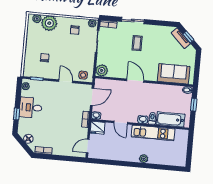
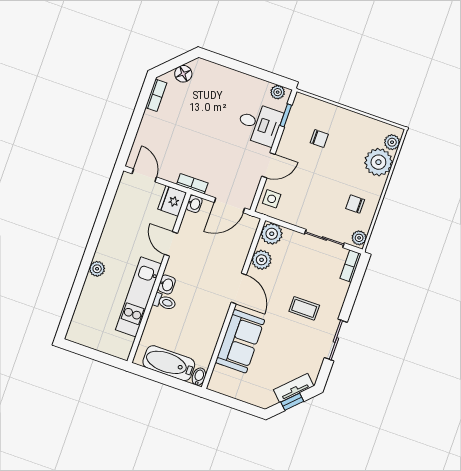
sliding door: (133, 20) -> (336, 340), moved
plant: (117, 72) -> (262, 260), added
sofa: (174, 74) -> (240, 341), moved
door: (135, 81) -> (239, 288), hinge flipped
door: (92, 97) -> (229, 205), hinge flipped
window: (194, 105) -> (170, 381), removed
desk: (31, 108) -> (259, 124), moved, turned 90
window: (17, 114) -> (232, 64), removed
bathtub: (170, 119) -> (169, 363), moved, turned -90
door: (121, 123) -> (171, 244), hinge flipped

